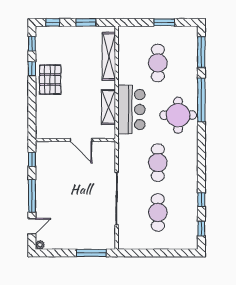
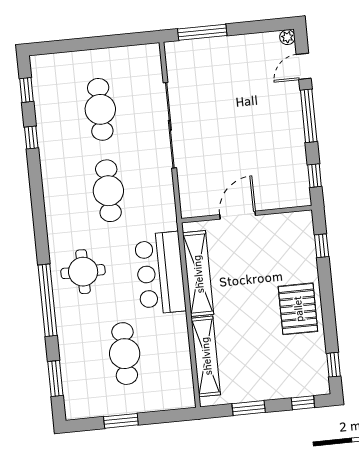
window: (201, 52) -> (55, 379), width x0.69
window: (32, 69) -> (322, 246), moved
shelving: (108, 107) -> (198, 274), width x1.47
round table: (178, 115) -> (83, 272), width x0.73, depth x0.73
door: (81, 140) -> (238, 215), hinge flipped

